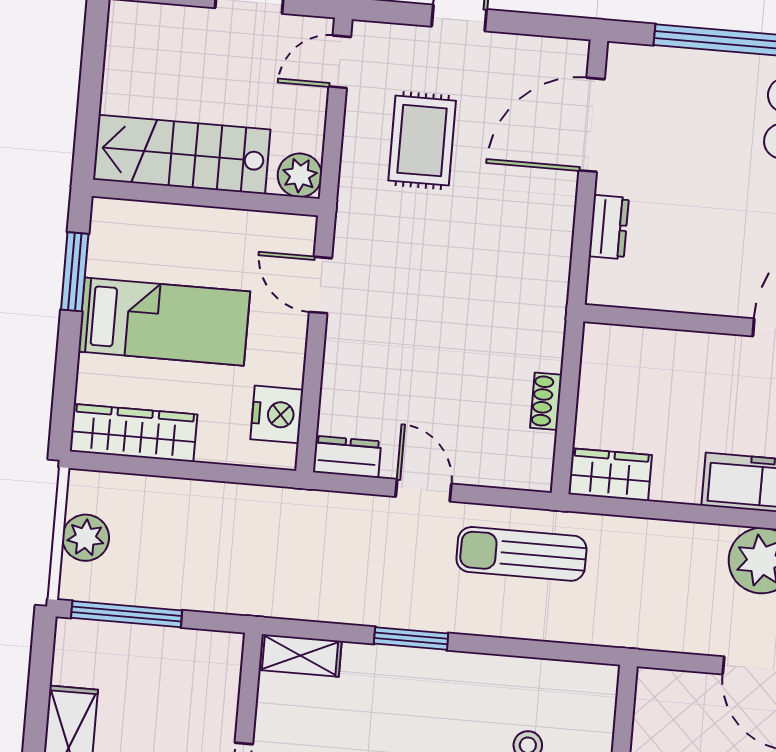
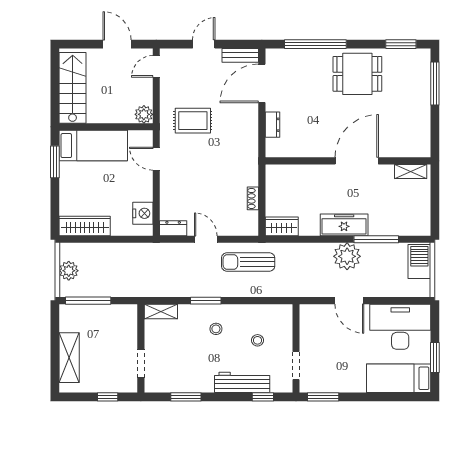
bench: (545, 53) -> (240, 55), added
rug: (422, 141) -> (193, 121), moved, turned 90
stairs: (182, 154) -> (73, 88), moved, turned 90
bed: (164, 322) -> (93, 146), moved
stool: (430, 709) -> (216, 329), added

